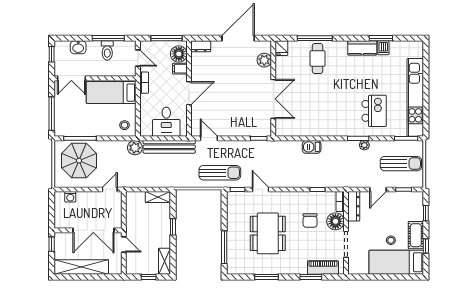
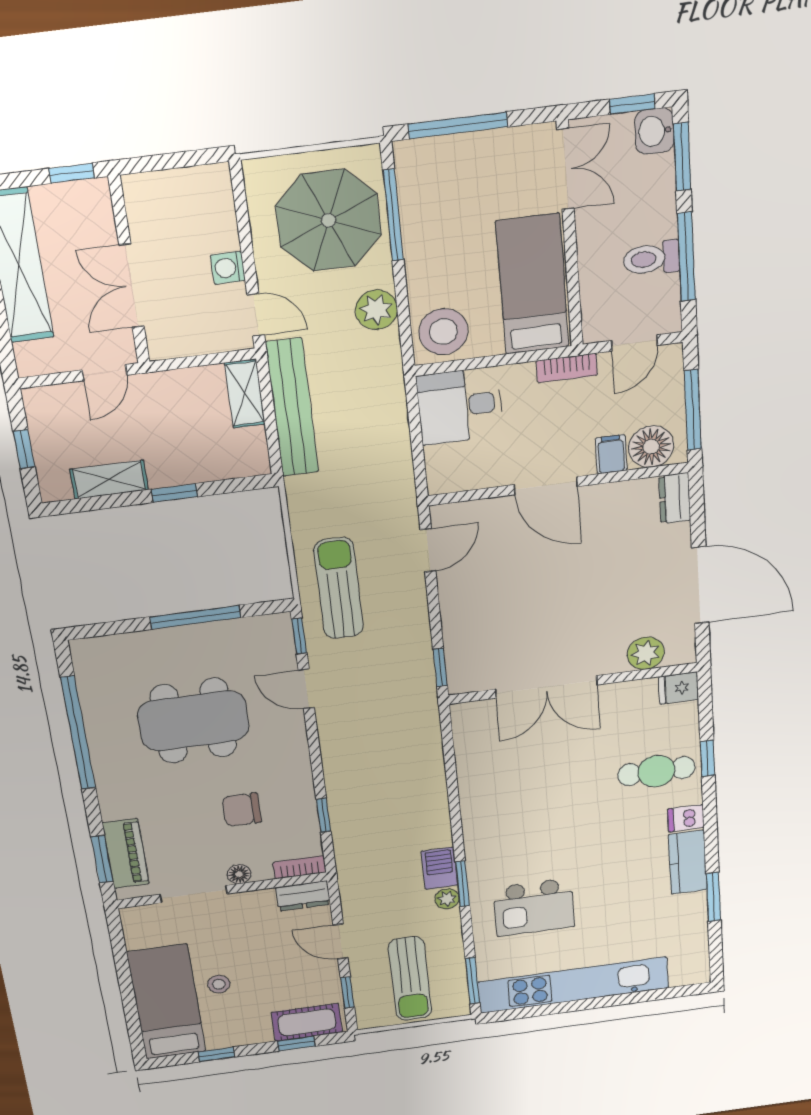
window: (72, 38) -> (682, 157), added
window: (315, 38) -> (708, 758), width x0.46
washbasin: (78, 47) -> (654, 131), moved
dishwasher: (383, 48) -> (686, 818), moved
double door: (71, 78) -> (565, 169), swing flipped
desk: (166, 122) -> (460, 406), moved
stool: (125, 125) -> (443, 332), width x1.89, depth x1.89
bench: (169, 147) -> (292, 408), moved
barbecue: (312, 147) -> (439, 868), moved
plant: (135, 148) -> (376, 310), moved
sun lounger: (220, 173) -> (339, 588), turned 180
door: (260, 189) -> (306, 689), swing flipped
washing machine: (70, 197) -> (228, 268), moved
shelving: (158, 197) -> (245, 394), moved
dresser: (354, 206) -> (303, 896), width x0.70
floor lamp: (335, 221) -> (239, 874), width x0.53, depth x0.53
double door: (93, 230) -> (132, 286), width x0.73
cot: (416, 235) -> (307, 1022), moved
window: (224, 247) -> (195, 617), moved
shelving: (165, 261) -> (109, 480), moved
window: (267, 277) -> (78, 733), width x2.11
window: (311, 277) -> (102, 859), moved

